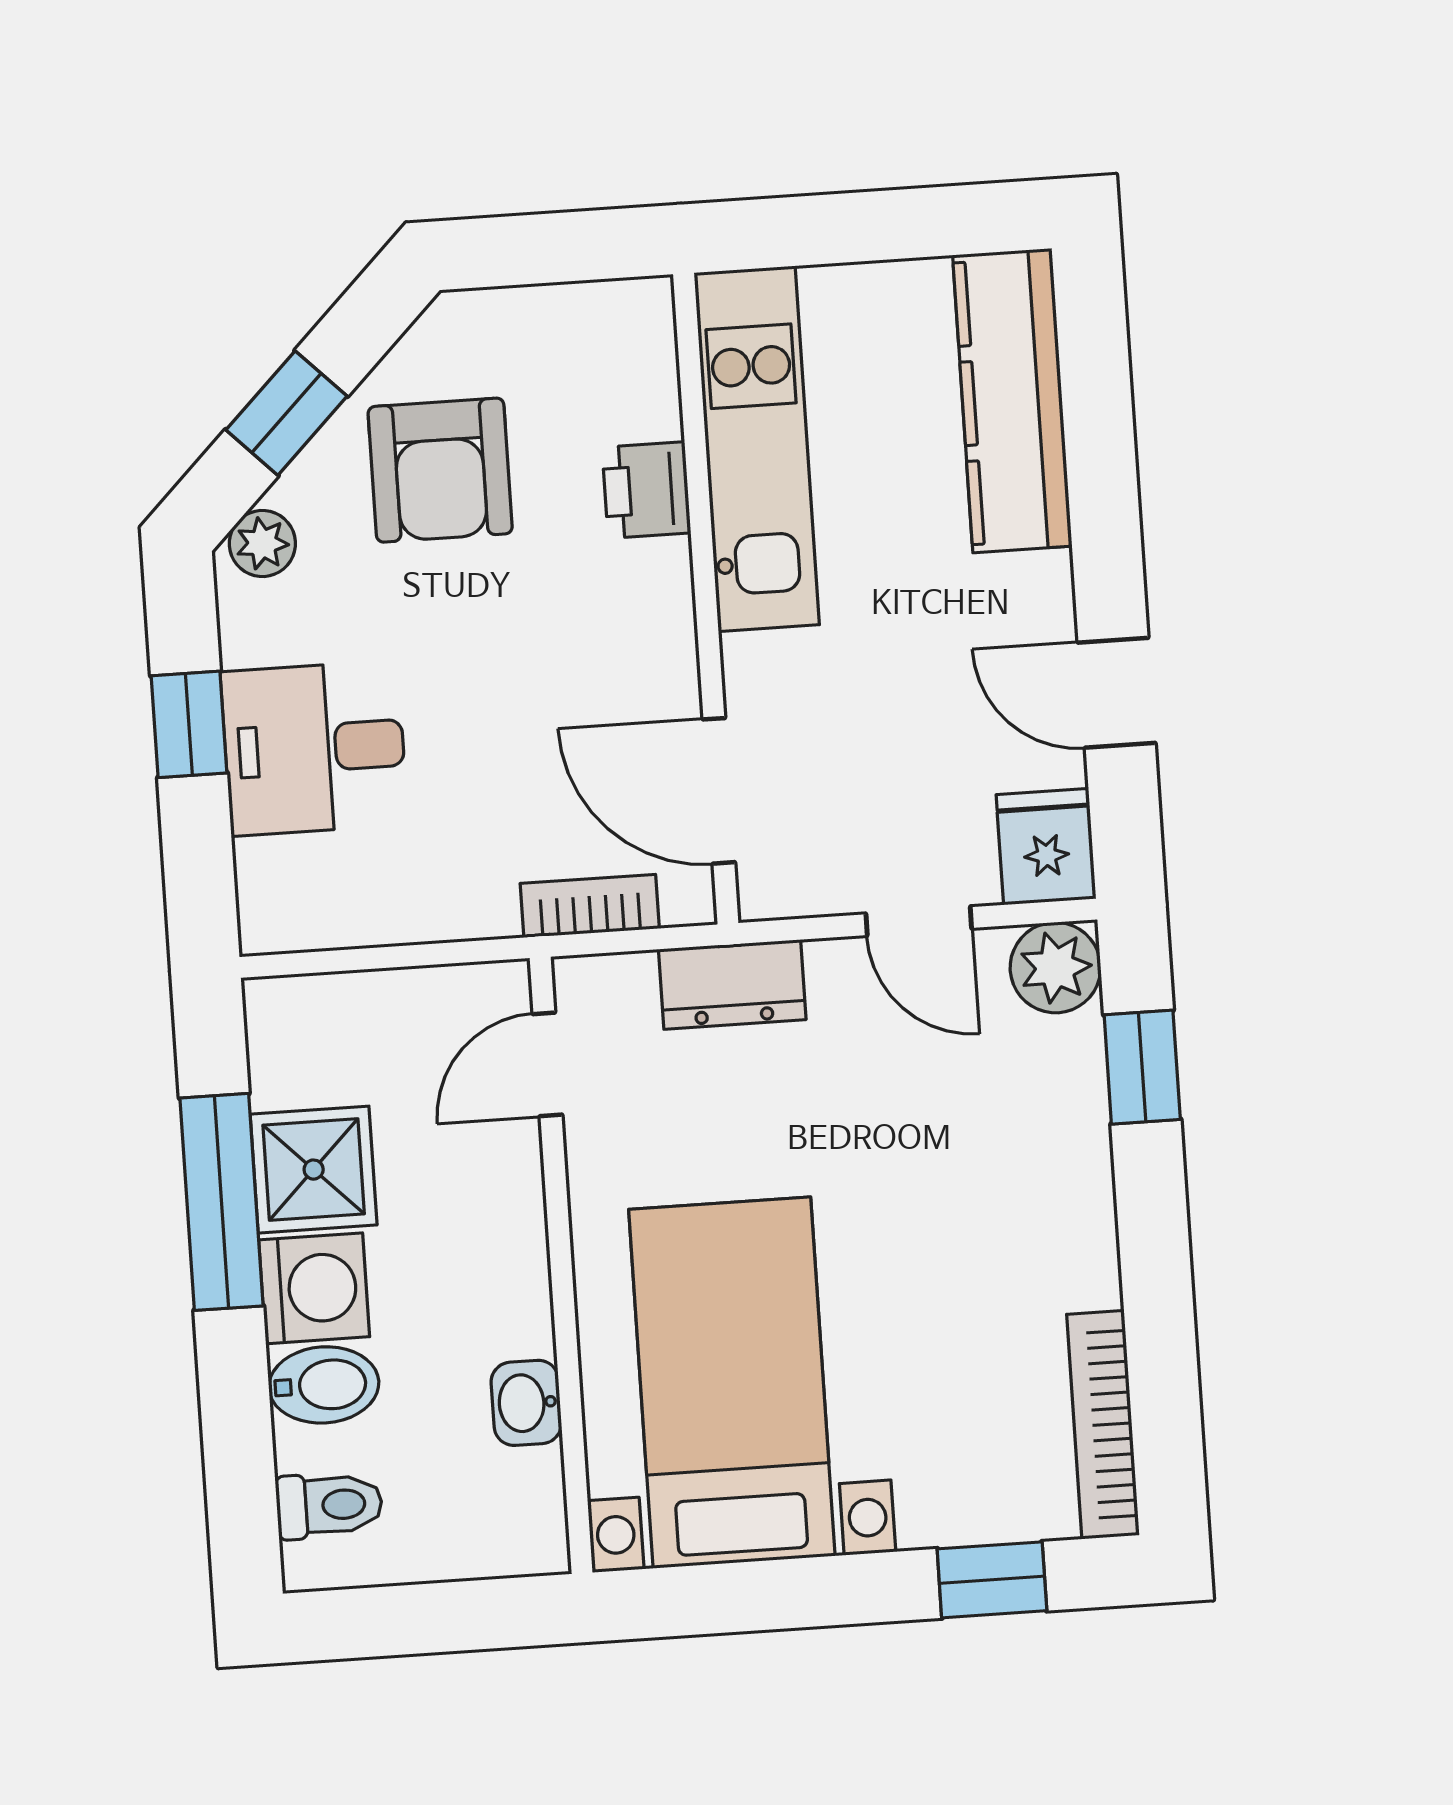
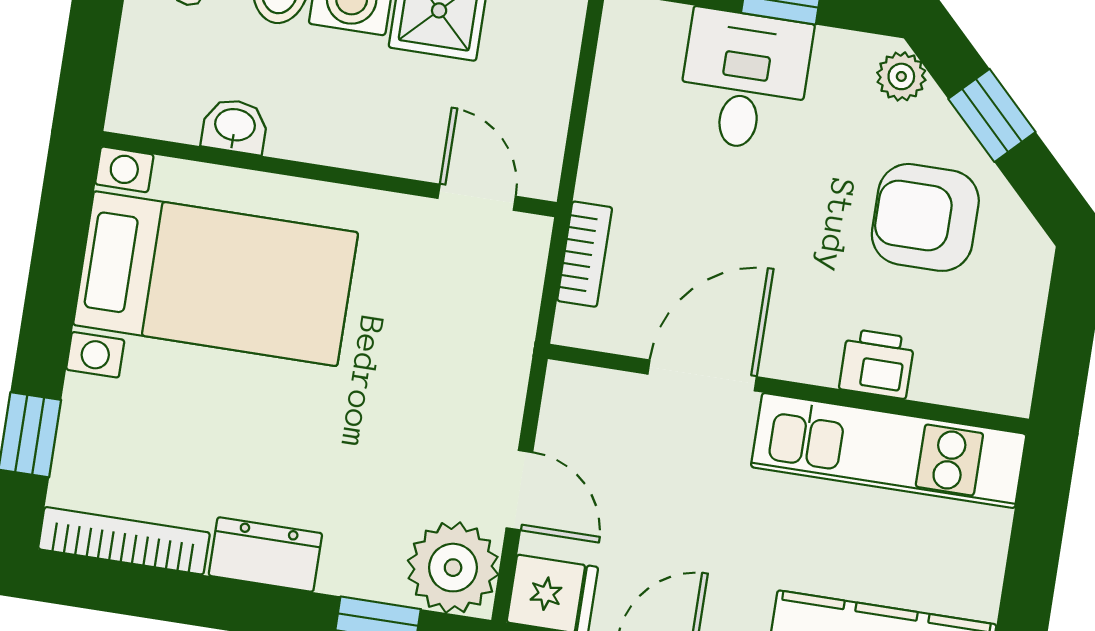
door: (719, 791) -> (702, 375), moved
door: (919, 921) -> (519, 490), swing flipped
plant: (1055, 968) -> (453, 568), width x1.36, depth x1.36
dresser: (732, 984) -> (265, 554), moved, turned 90

